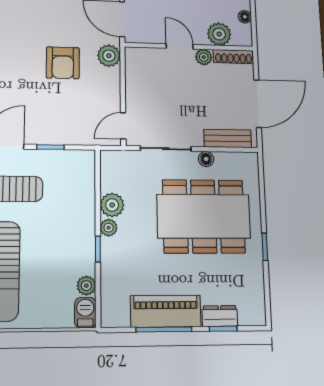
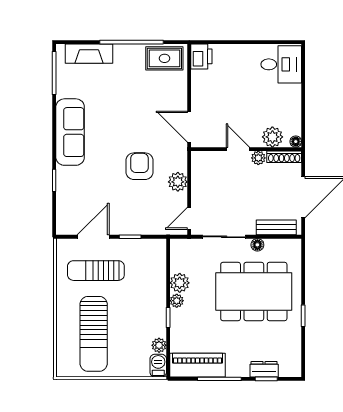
floor lamp: (245, 17) -> (296, 142), moved
plant: (109, 56) -> (178, 182), moved
armchair: (63, 63) -> (140, 166), turned 180
piano: (166, 311) -> (198, 365), moved

